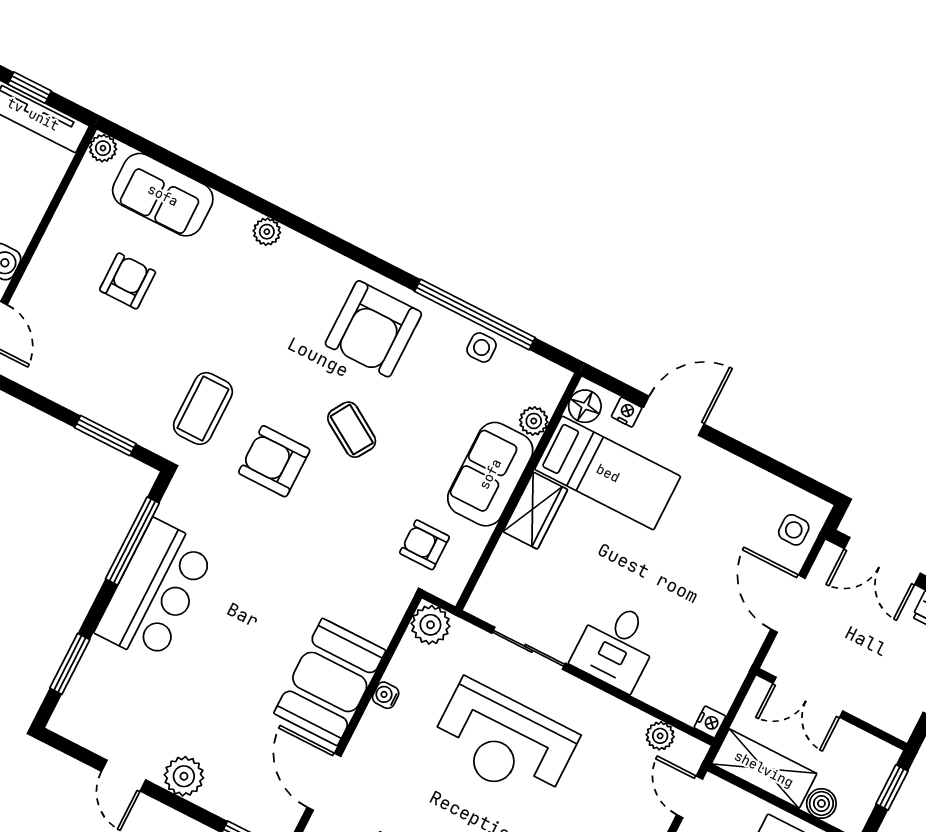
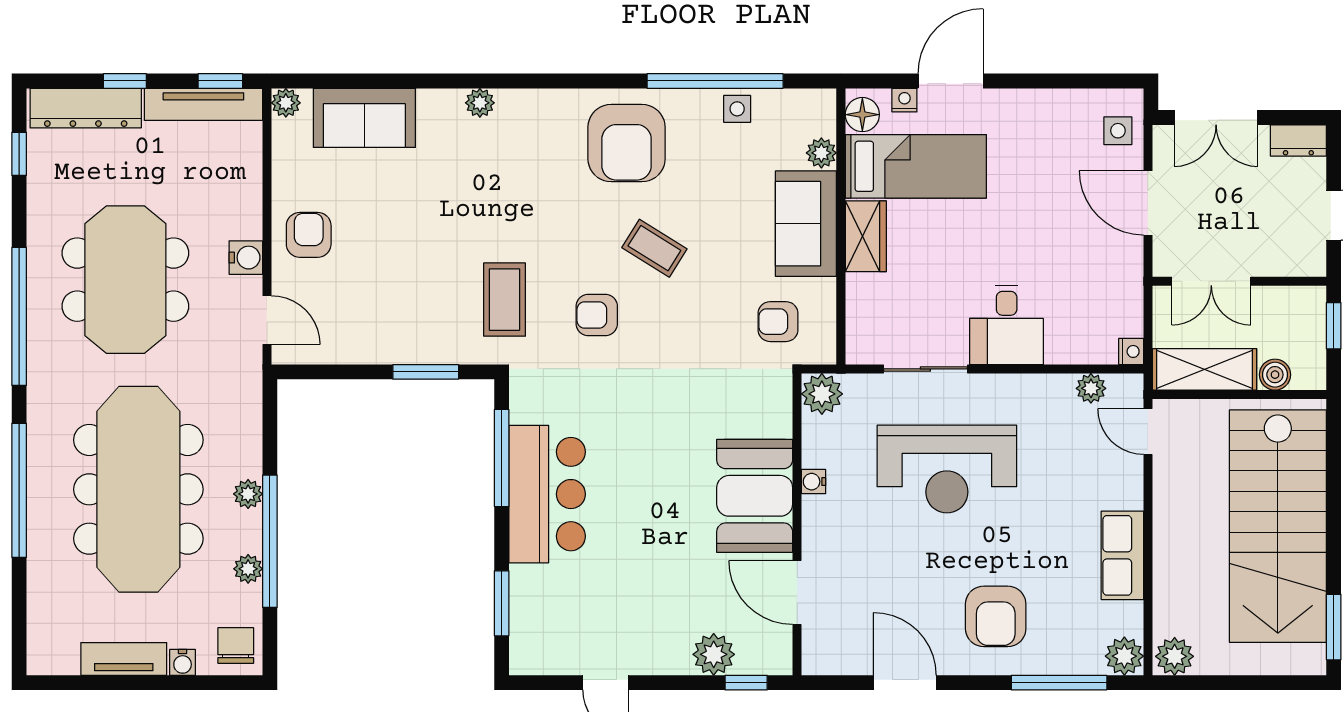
window: (30, 88) -> (220, 81), moved
armchair: (128, 281) -> (309, 235), moved
armchair: (274, 461) -> (597, 315), width x0.72, depth x0.72
plant: (184, 776) -> (714, 654), moved

